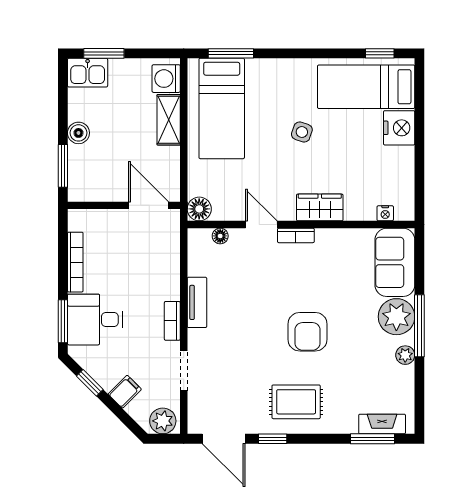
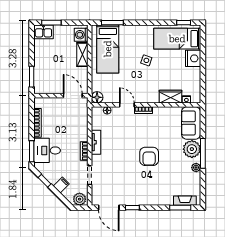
boiler: (78, 133) -> (39, 61), removed
wardrobe: (320, 207) -> (170, 97), moved
rug: (296, 402) -> (144, 190), removed

